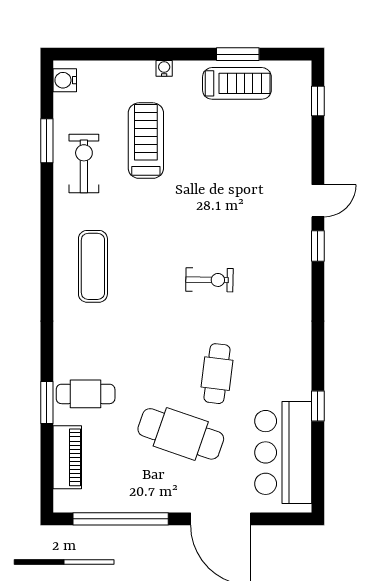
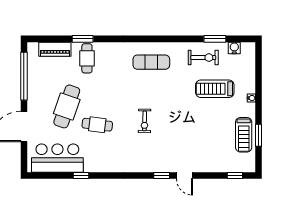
water cooler: (65, 80) -> (234, 48), moved
treadmill: (146, 141) -> (215, 89), turned 180

